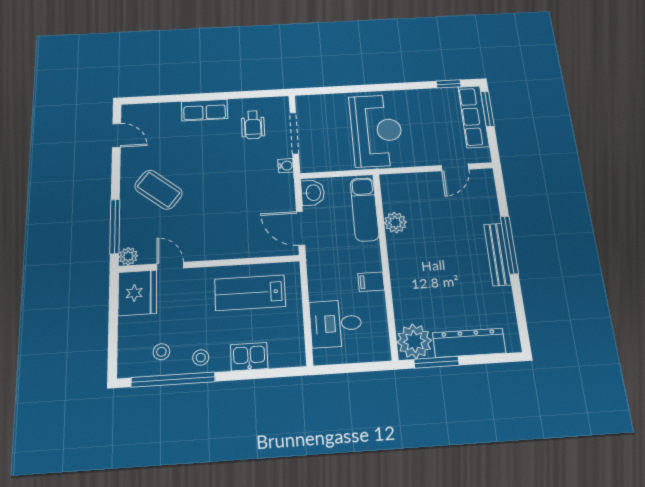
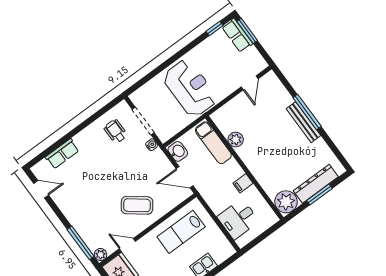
row of seats: (205, 110) -> (62, 154), moved
row of seats: (474, 117) -> (237, 35), width x0.68
wheelchair: (253, 125) -> (116, 131), turned 180
coffee table: (159, 190) -> (137, 205), moved
window: (436, 362) -> (319, 195), moved

